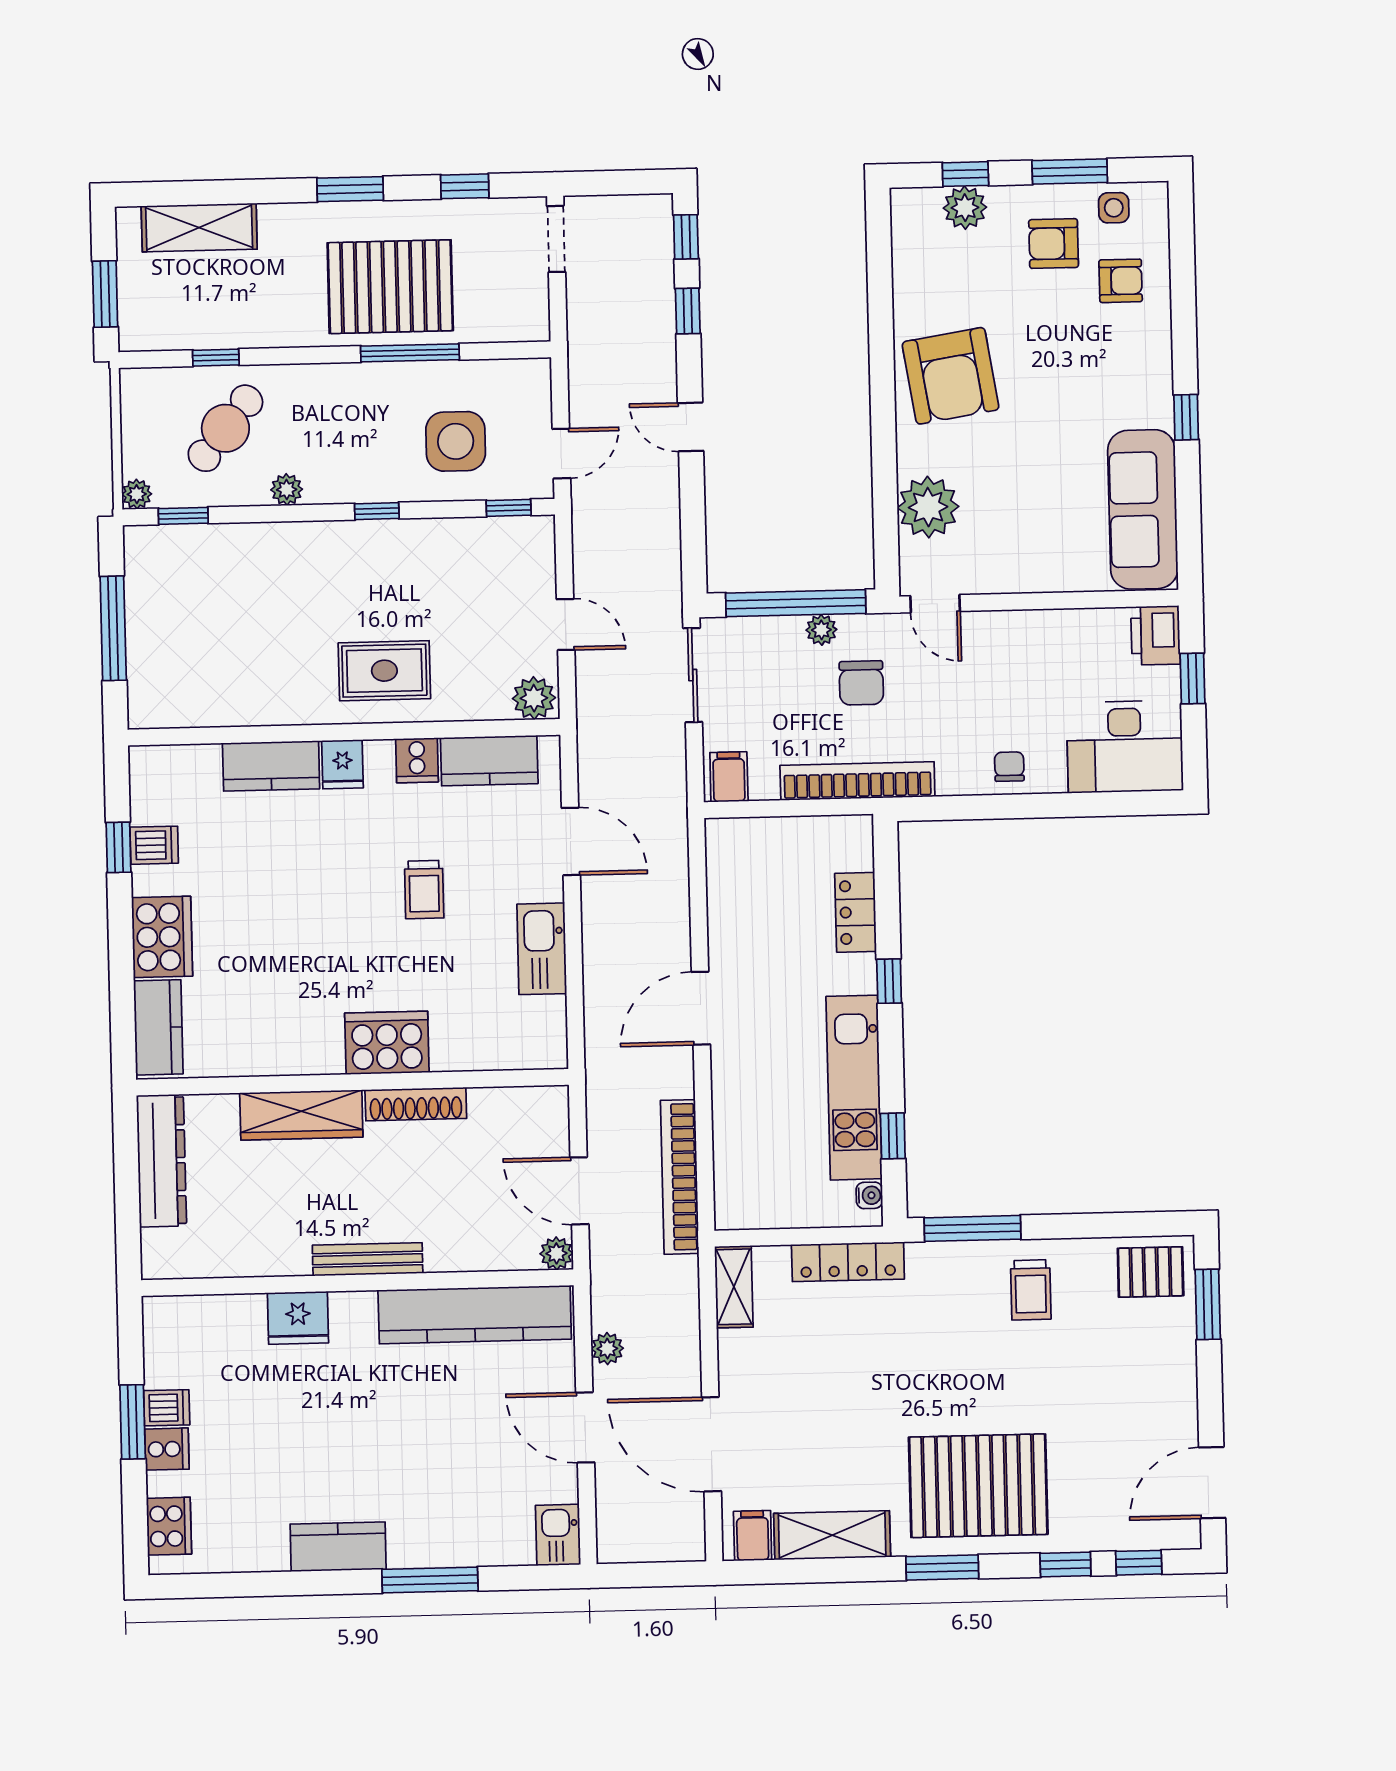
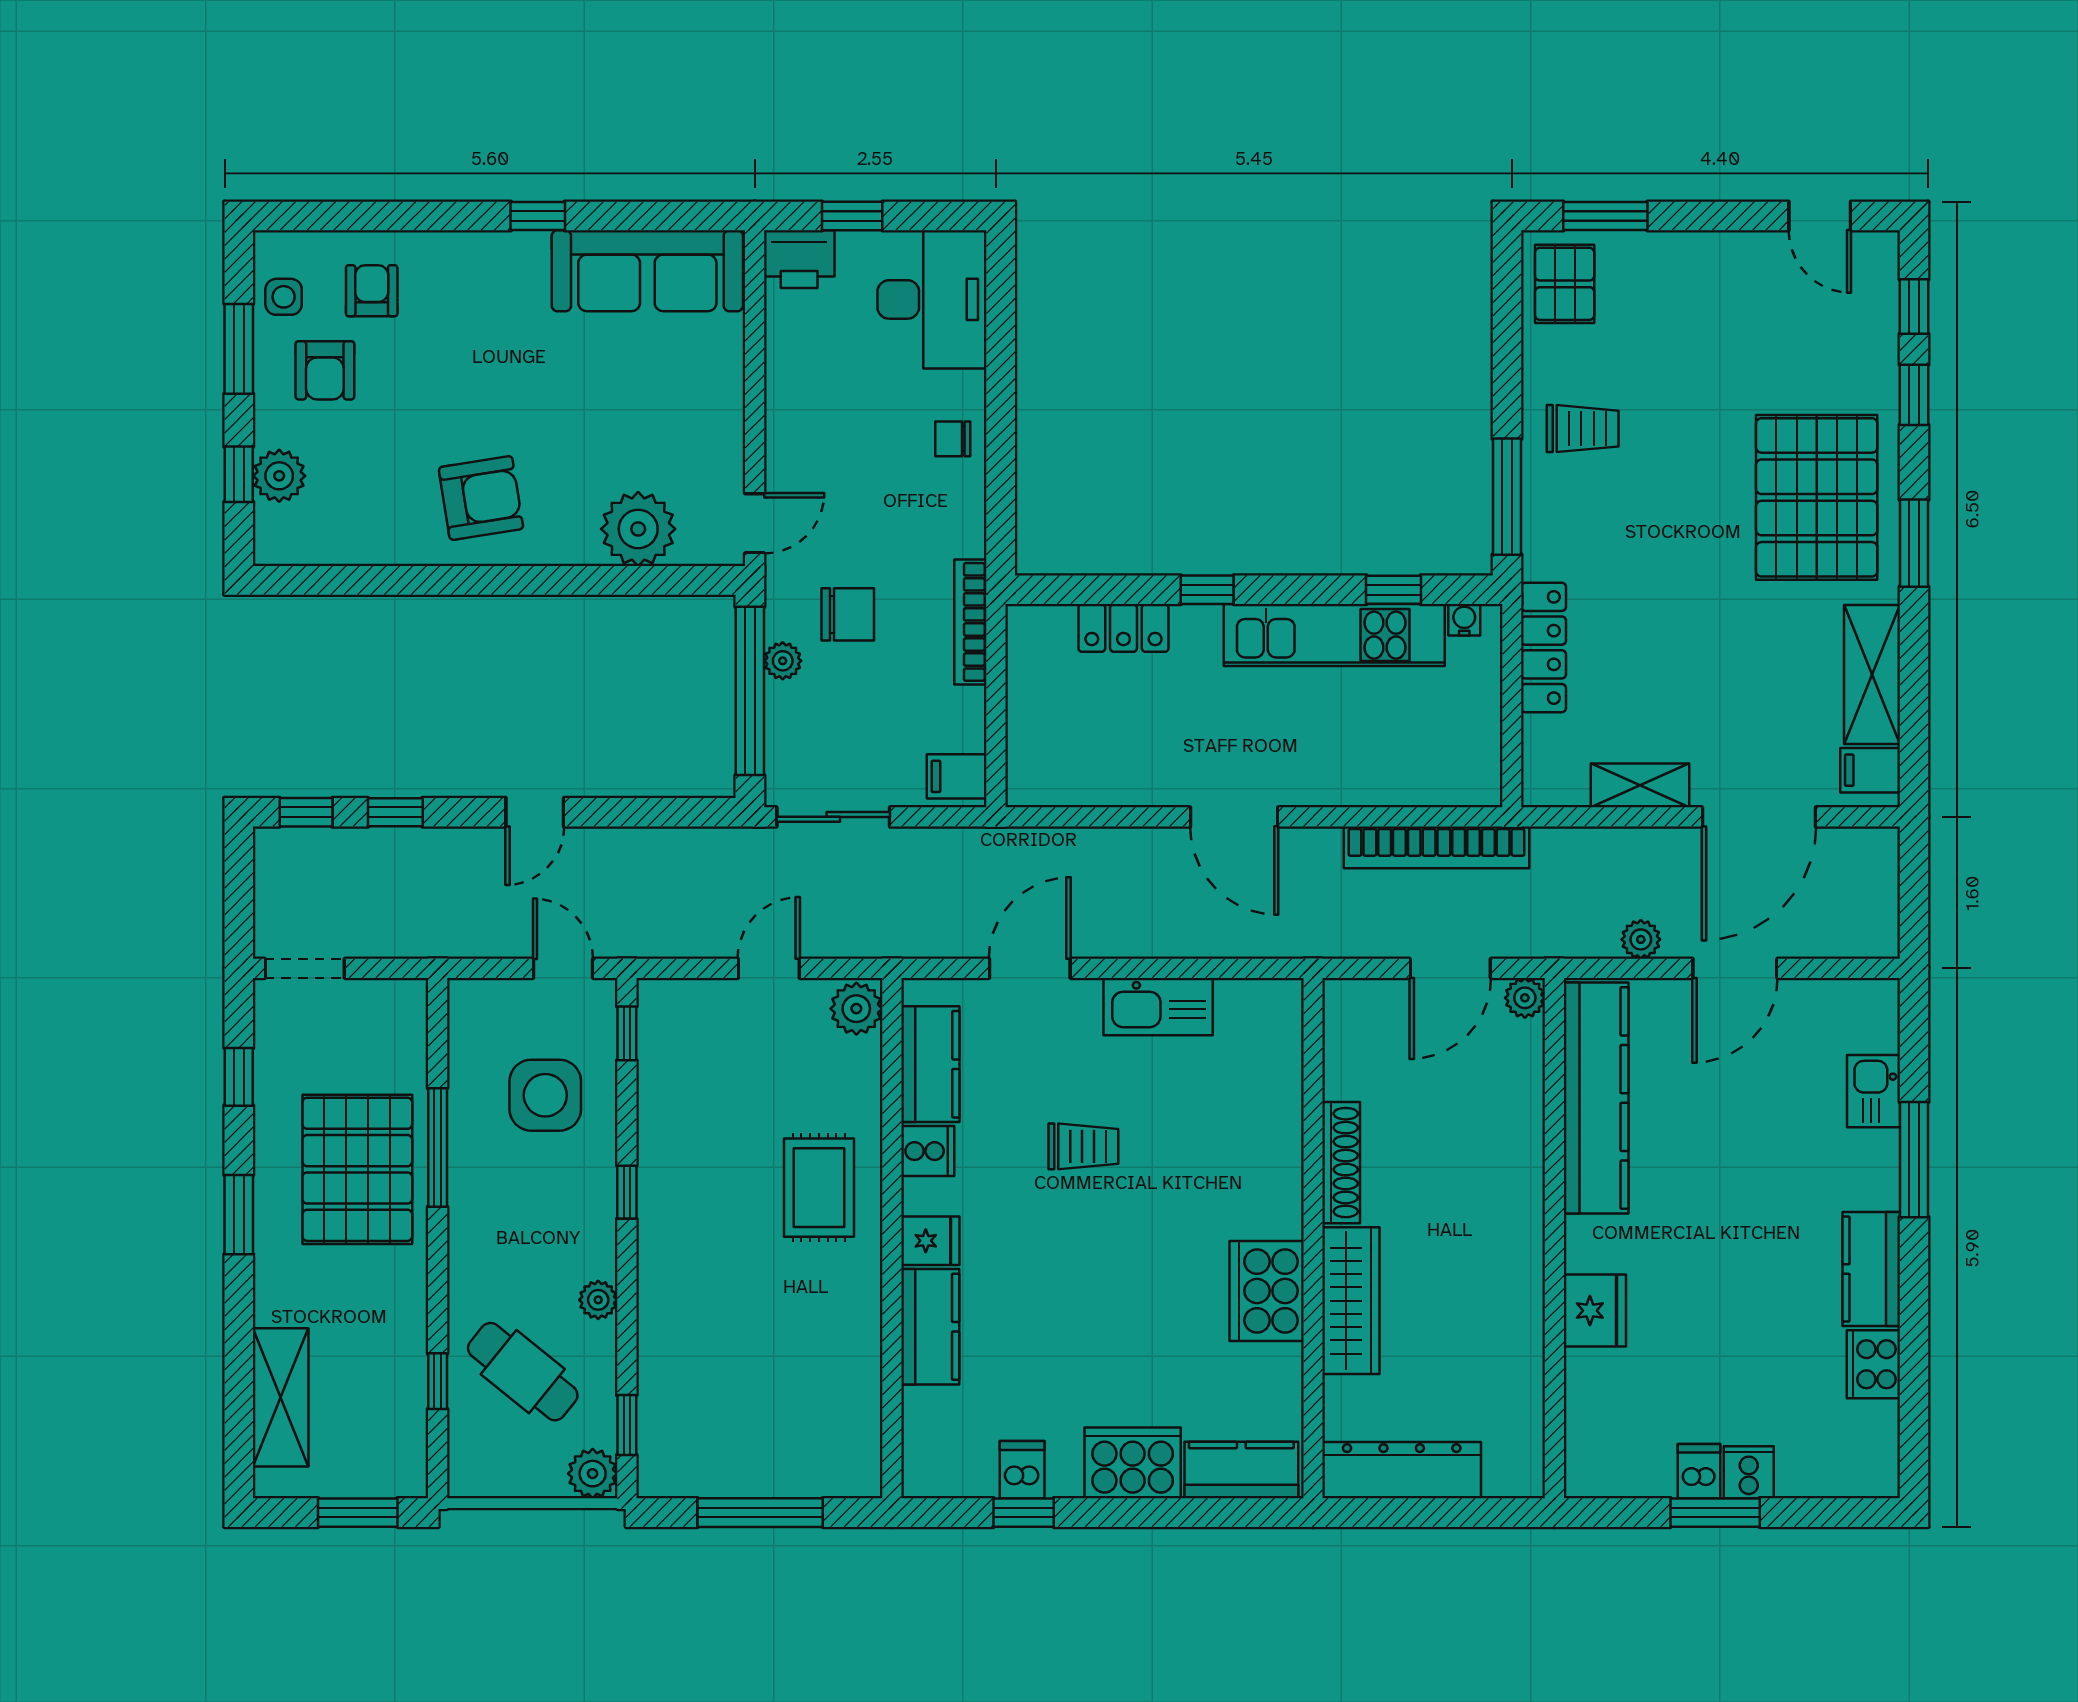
armchair: (951, 376) -> (481, 498), width x0.73, depth x0.73
plant: (137, 494) -> (593, 1474), width x1.38, depth x1.38
bookcase: (857, 781) -> (970, 622), width x0.68, depth x0.76
cooker: (387, 1043) -> (1267, 1291), moved
bench: (368, 1259) -> (1526, 1225), removed
shelving: (734, 1287) -> (1640, 785), moved
door: (1212, 1483) -> (1820, 216), width x0.73
cooker: (169, 1526) -> (1873, 1364), moved, turned -90
kitchen sink: (558, 1535) -> (1873, 1091), moved, turned 90

